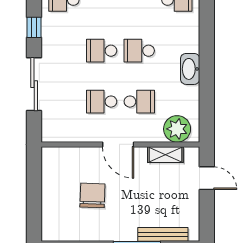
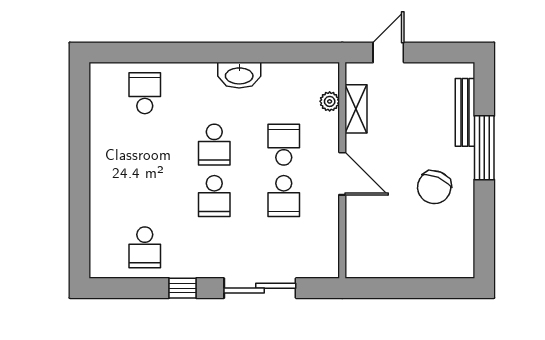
plant: (177, 129) -> (330, 101), width x0.53, depth x0.53
door: (118, 144) -> (342, 174), hinge flipped
chair: (92, 195) -> (434, 187), moved, turned -69

